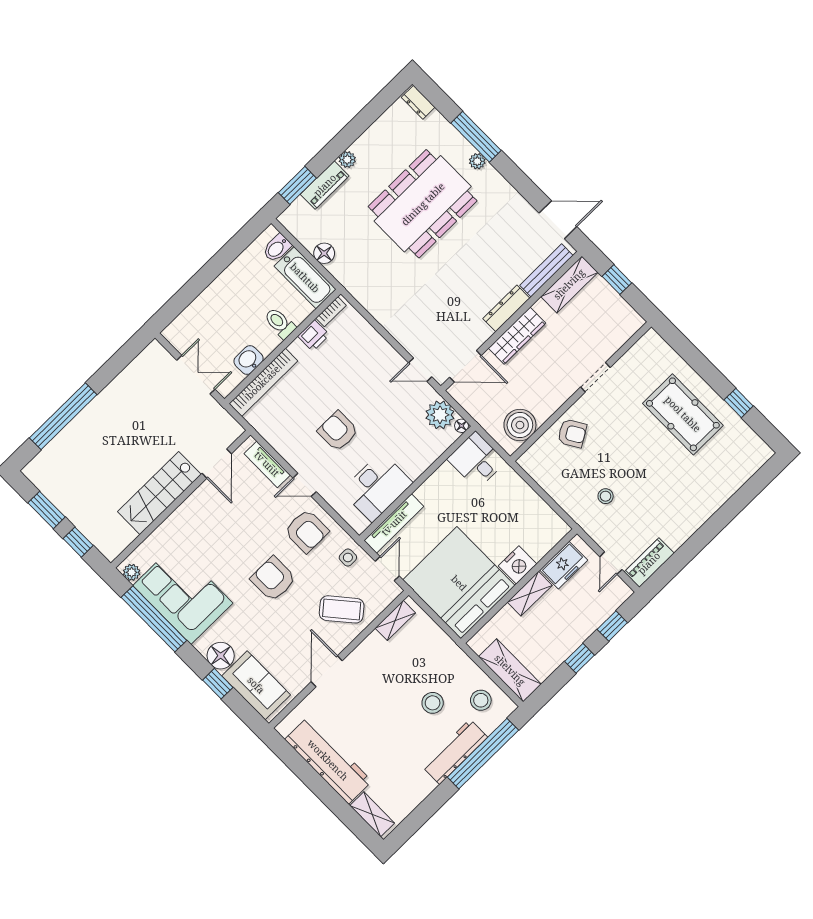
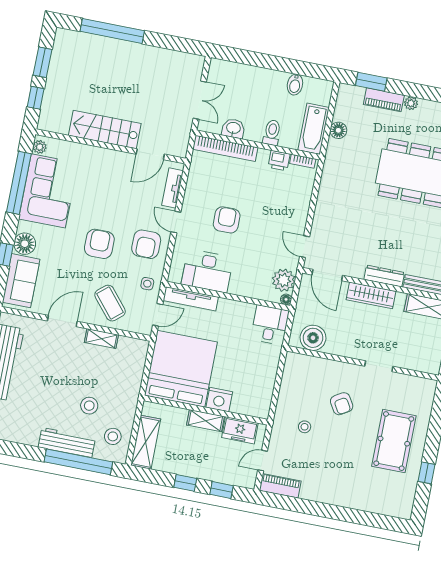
bidet: (277, 248) -> (295, 85), moved, turned -90
armchair: (572, 433) -> (342, 404), moved
shelving: (395, 620) -> (101, 339), moved

